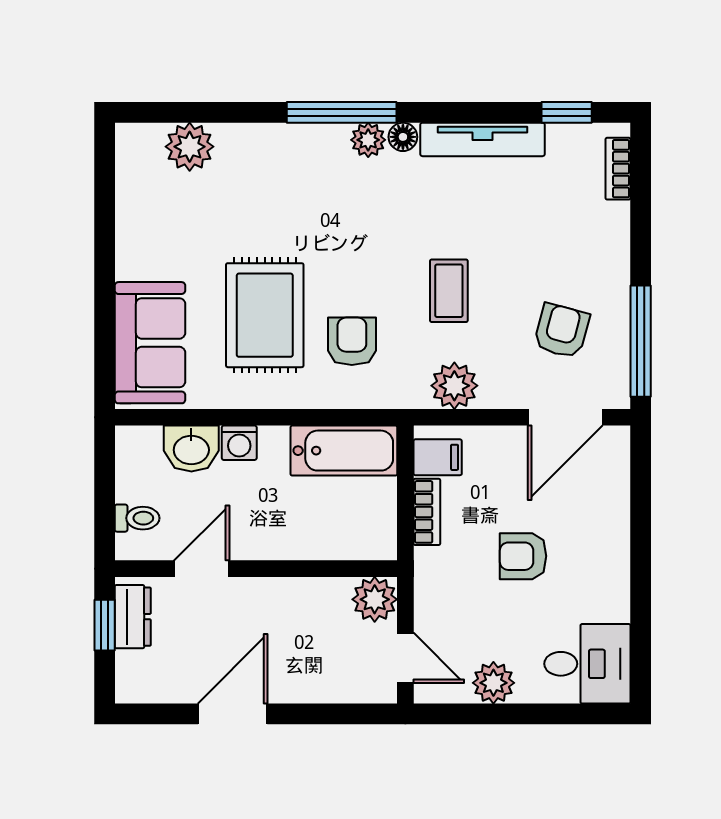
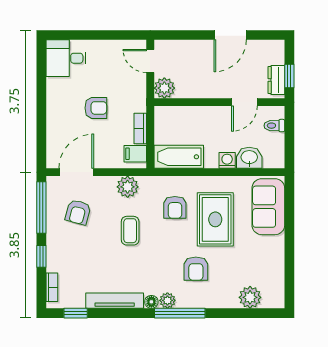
armchair: (307, 209) -> (196, 269), added
window: (641, 235) -> (41, 256), added
plant: (493, 683) -> (109, 49), removed

